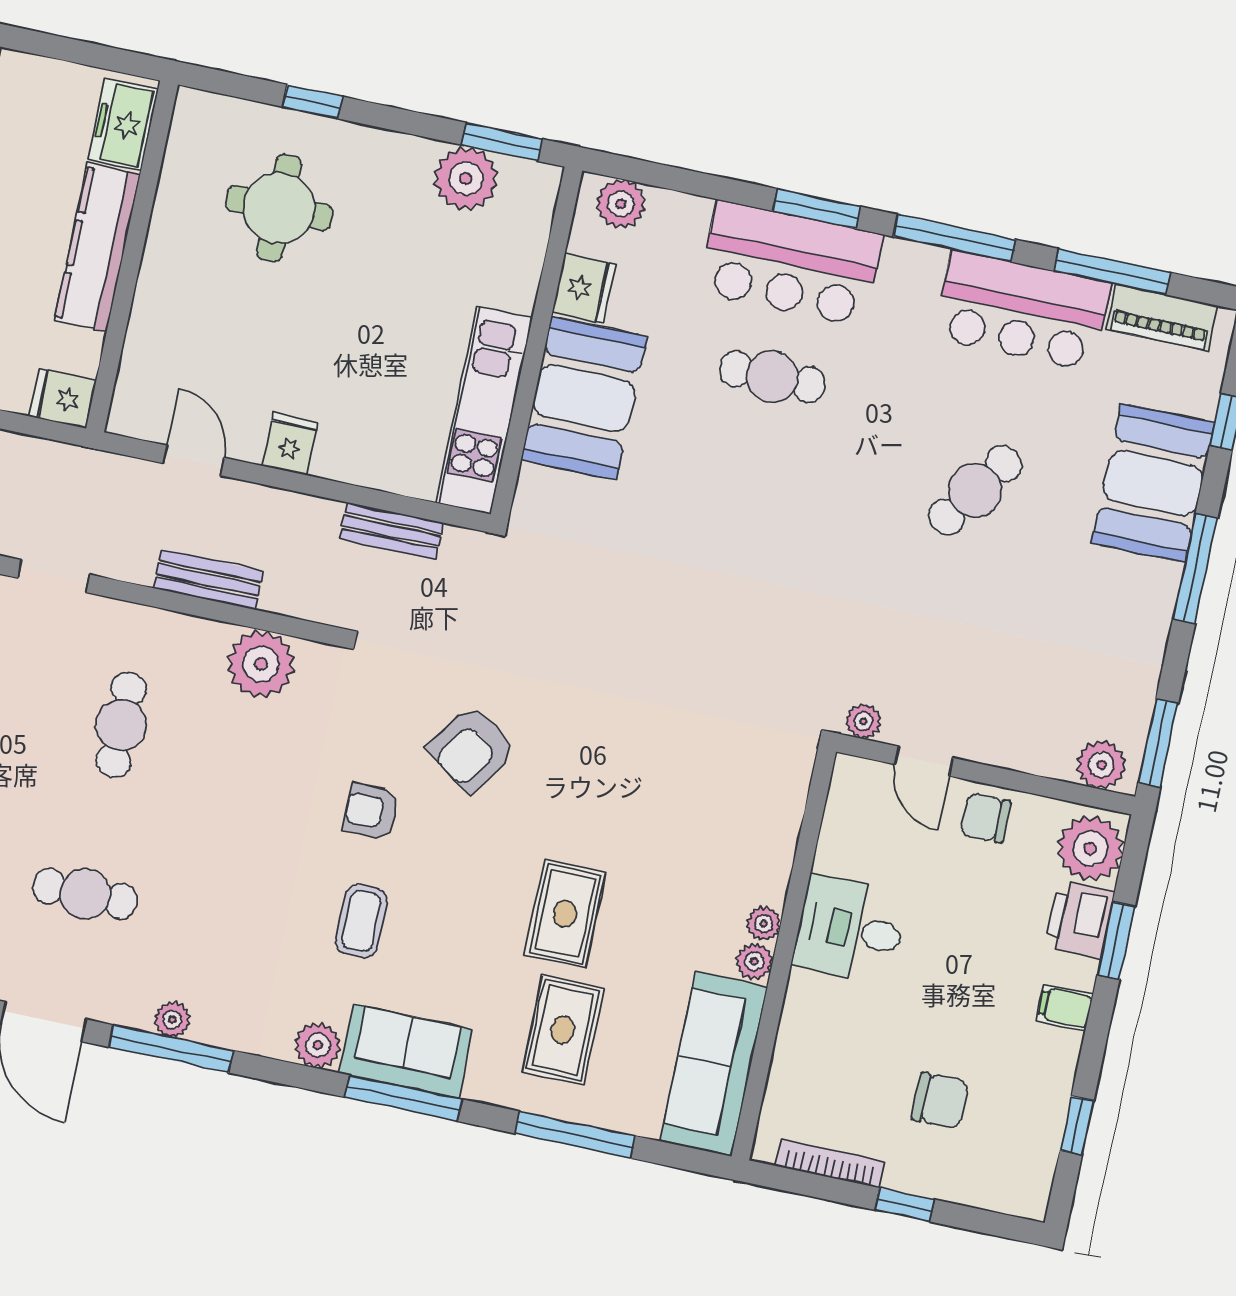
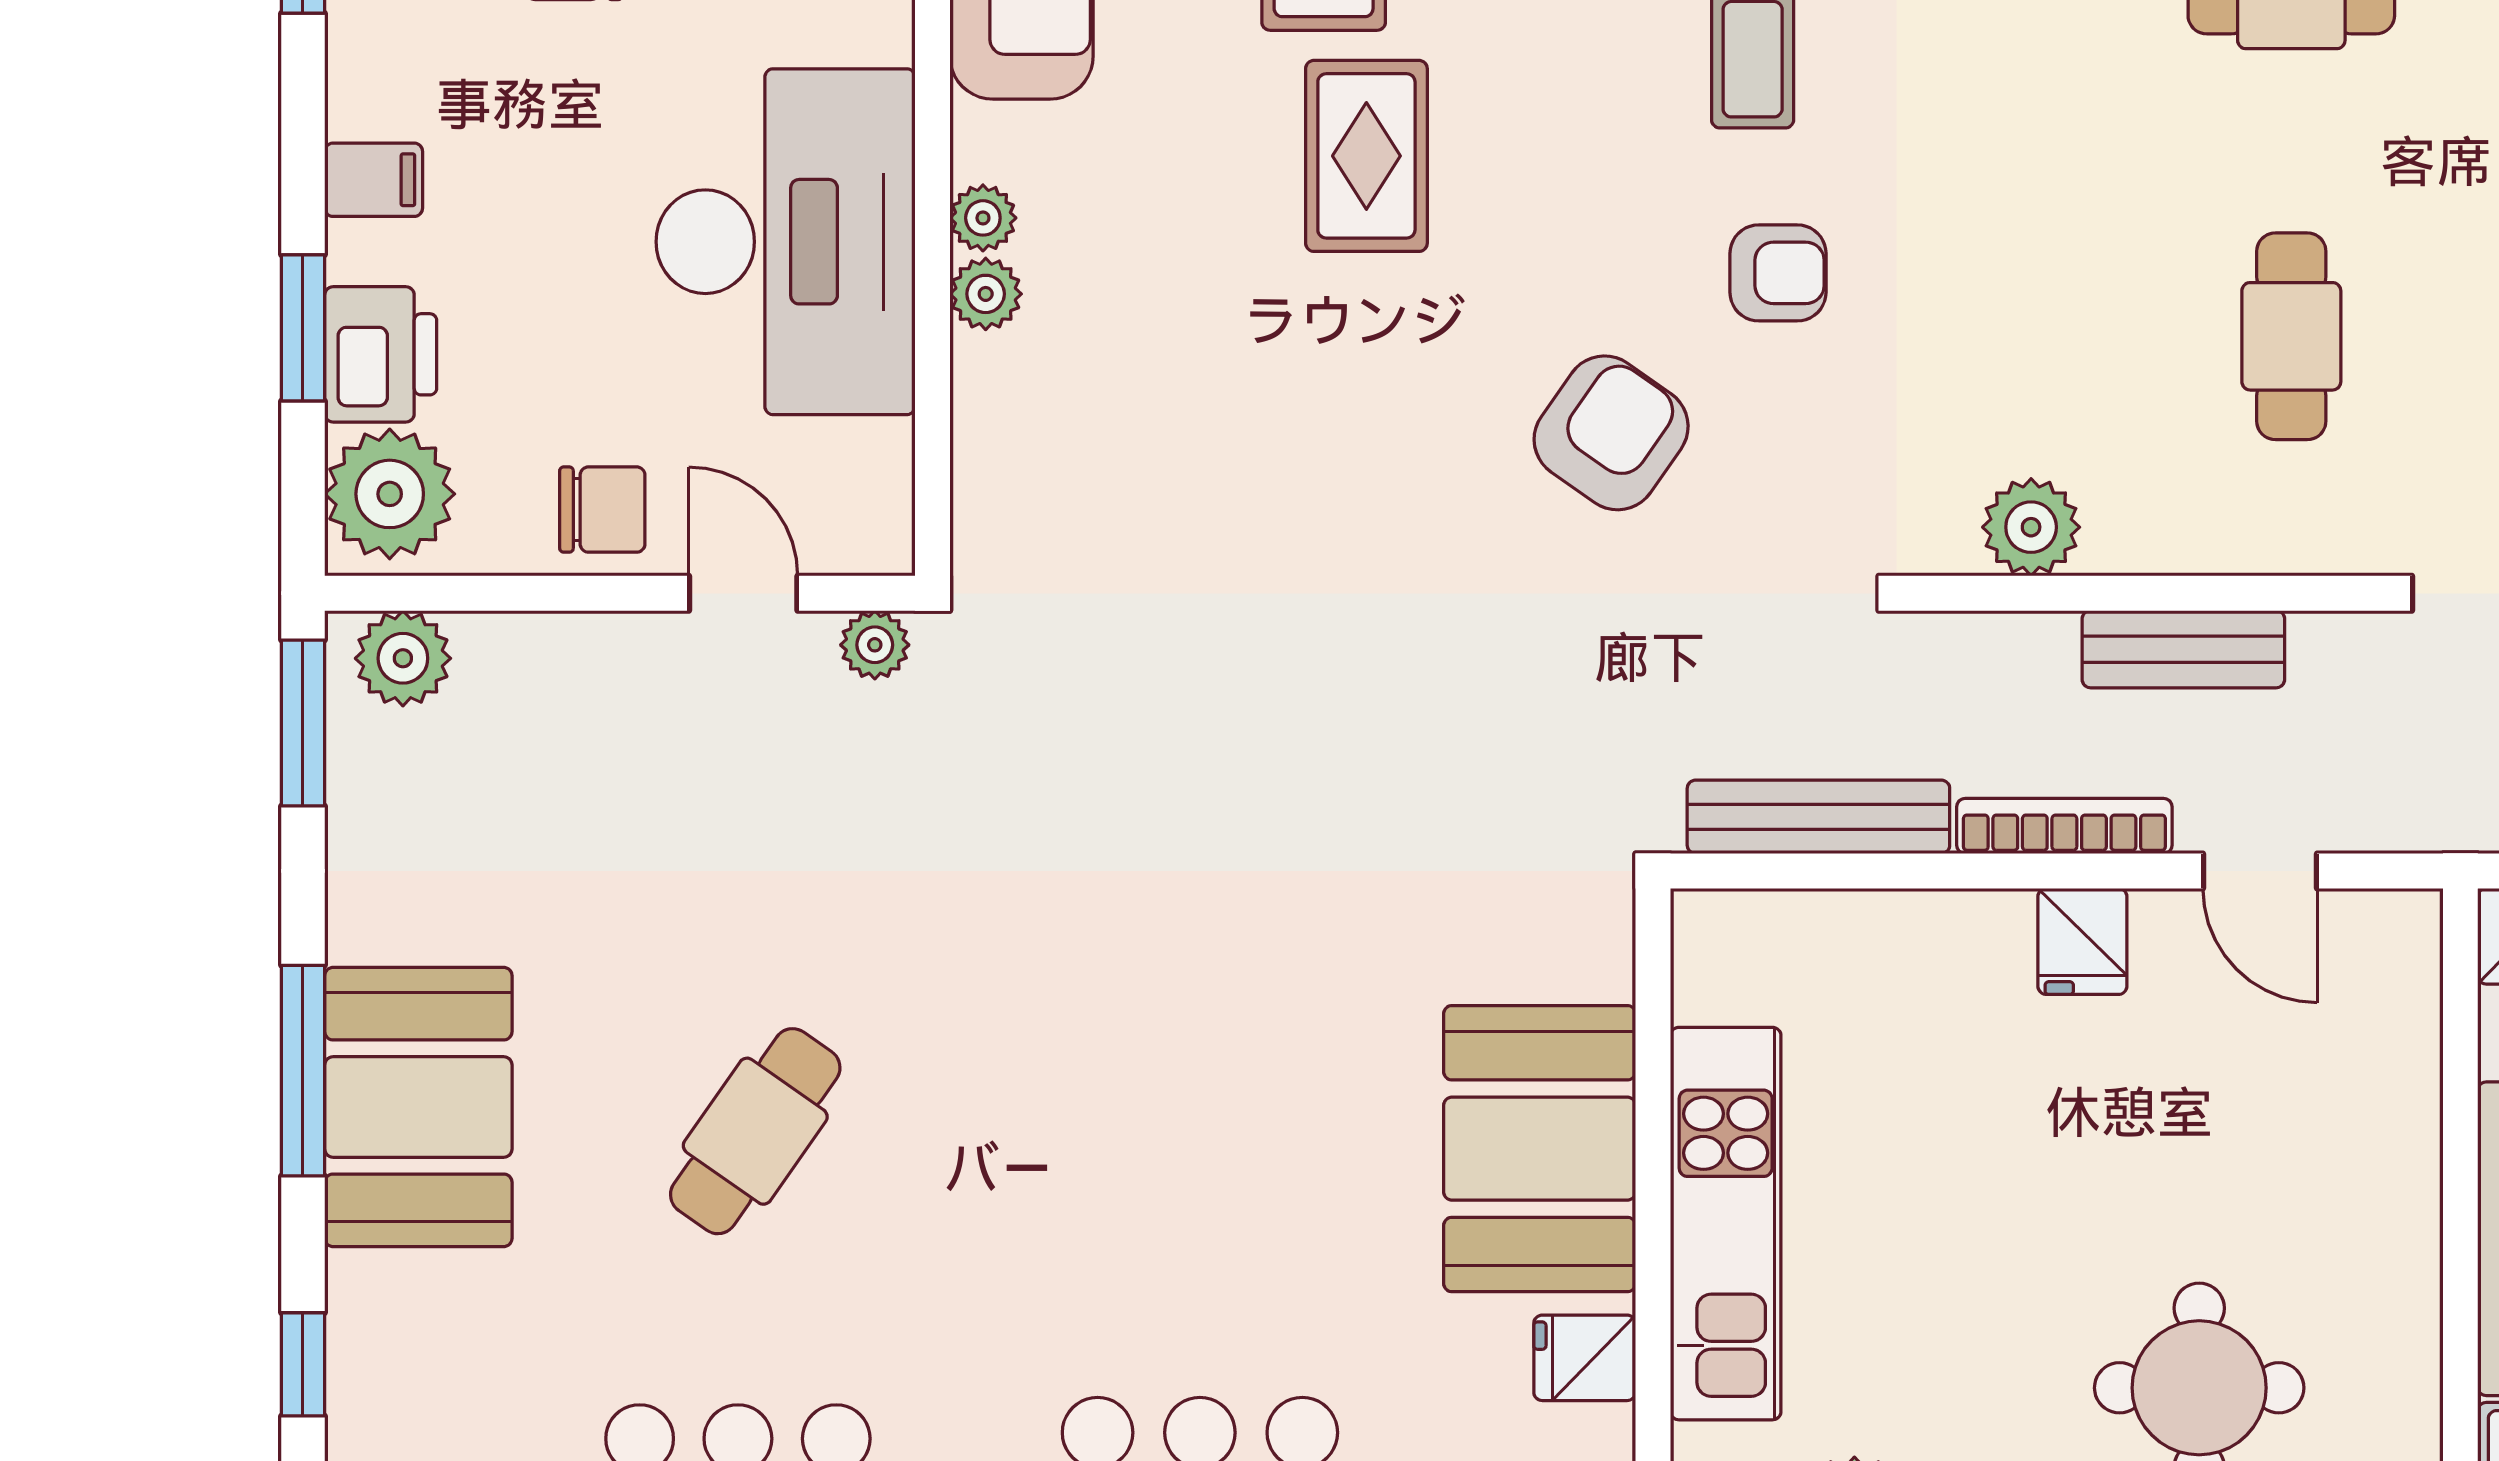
fridge: (584, 288) -> (1585, 1358), width x0.72
cafe table: (772, 377) -> (1189, 1266), removed
kitchen unit: (484, 410) -> (1726, 1224), moved
booth: (1153, 483) -> (418, 1107), moved
bookcase: (287, 504) -> (2064, 826), added
bench: (391, 531) -> (1818, 817), width x1.36
plant: (261, 664) -> (2031, 527), width x0.73, depth x0.73
desk: (850, 929) -> (786, 242), width x1.87, depth x1.30
plant: (754, 961) -> (986, 294), moved

